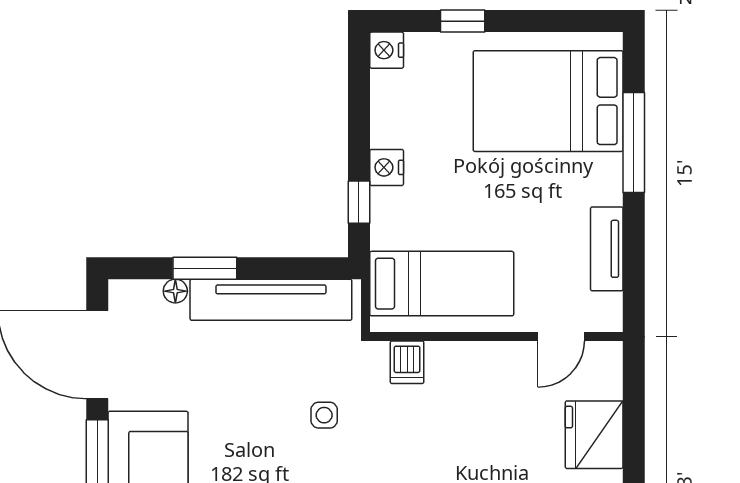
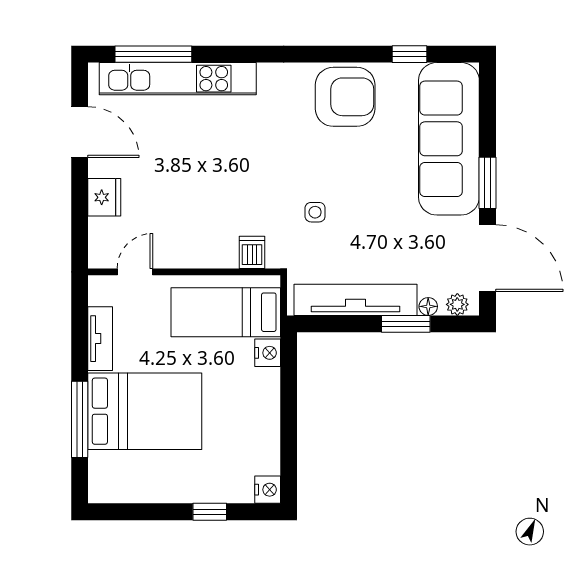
bed: (548, 101) -> (145, 411), moved
nightstand: (387, 167) -> (268, 353), moved
window: (359, 202) -> (289, 374), removed
plant: (137, 294) -> (457, 304), added
fridge: (594, 435) -> (104, 197), width x0.73, depth x0.75

